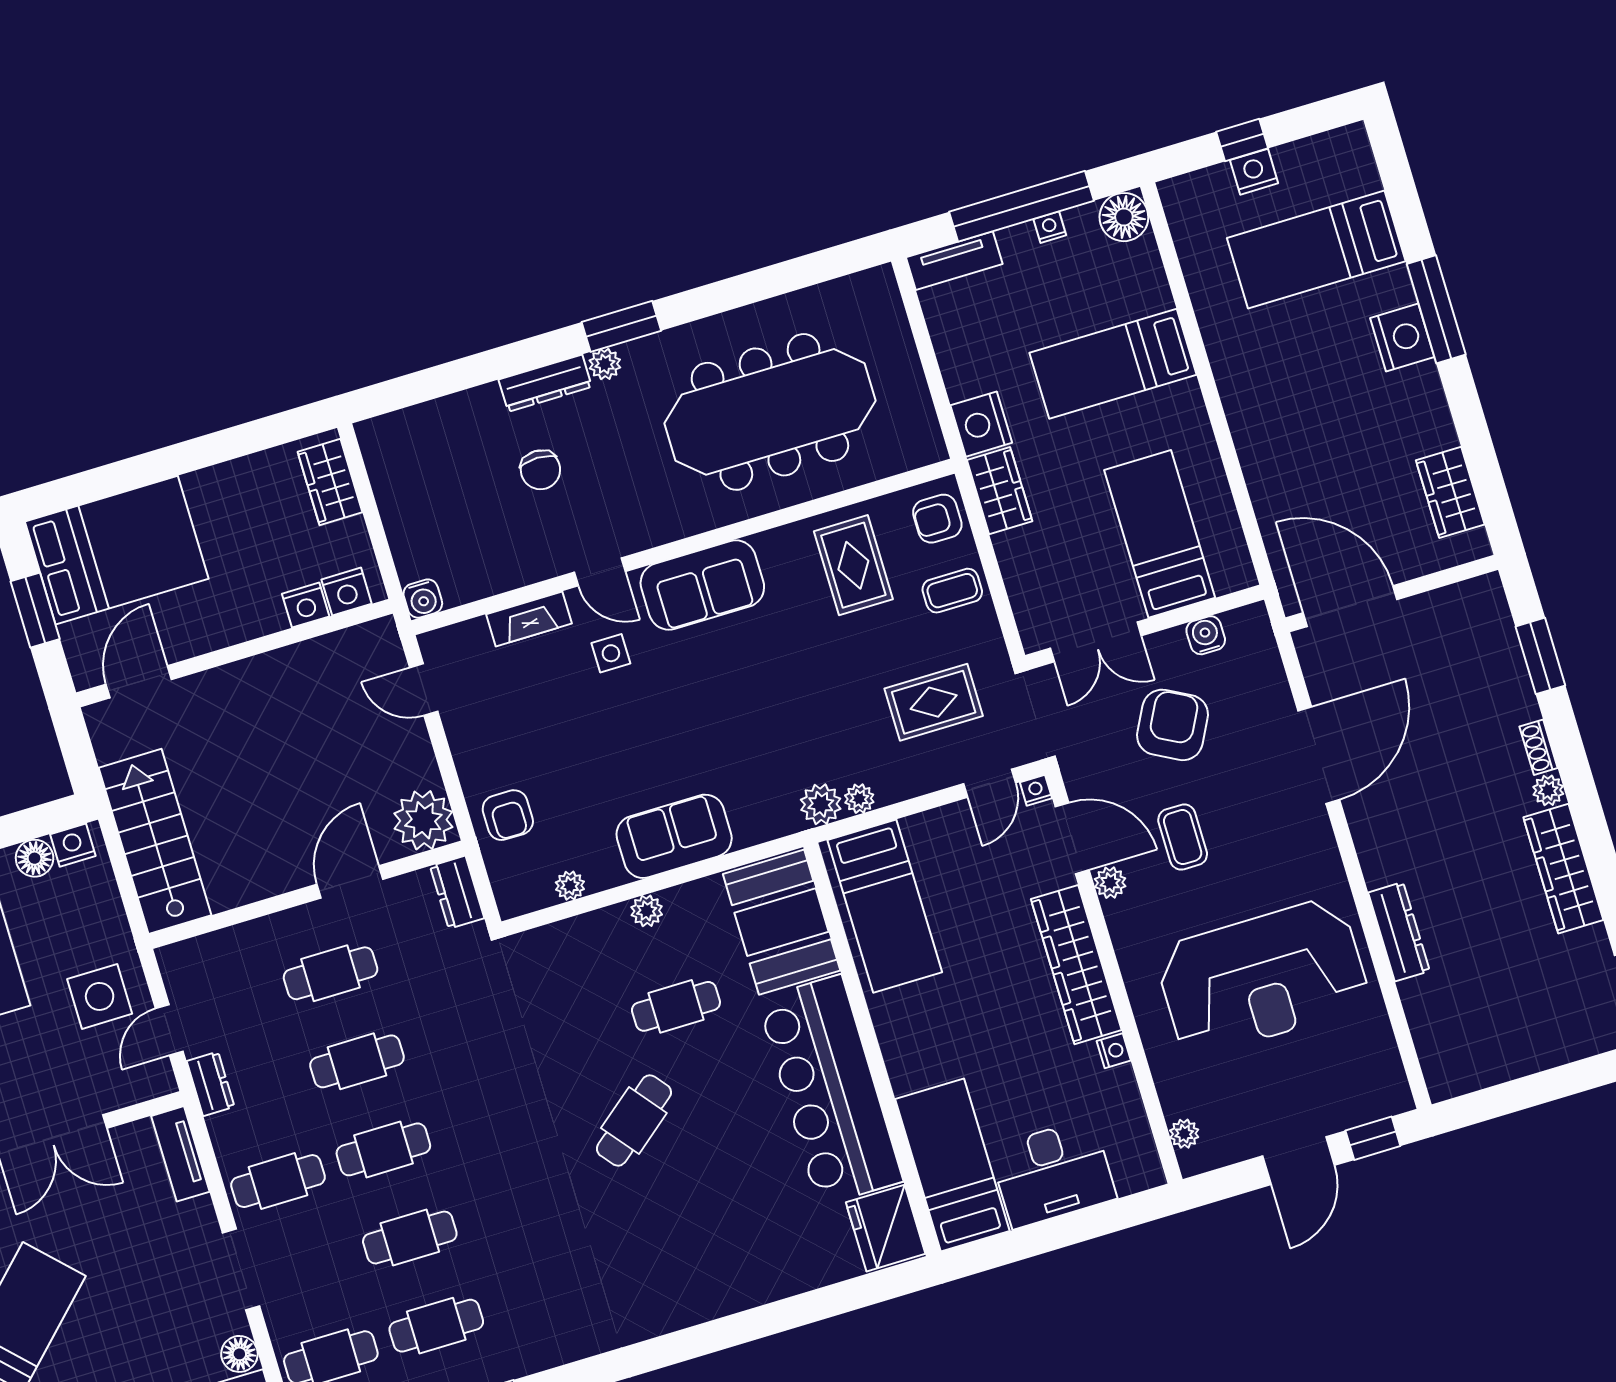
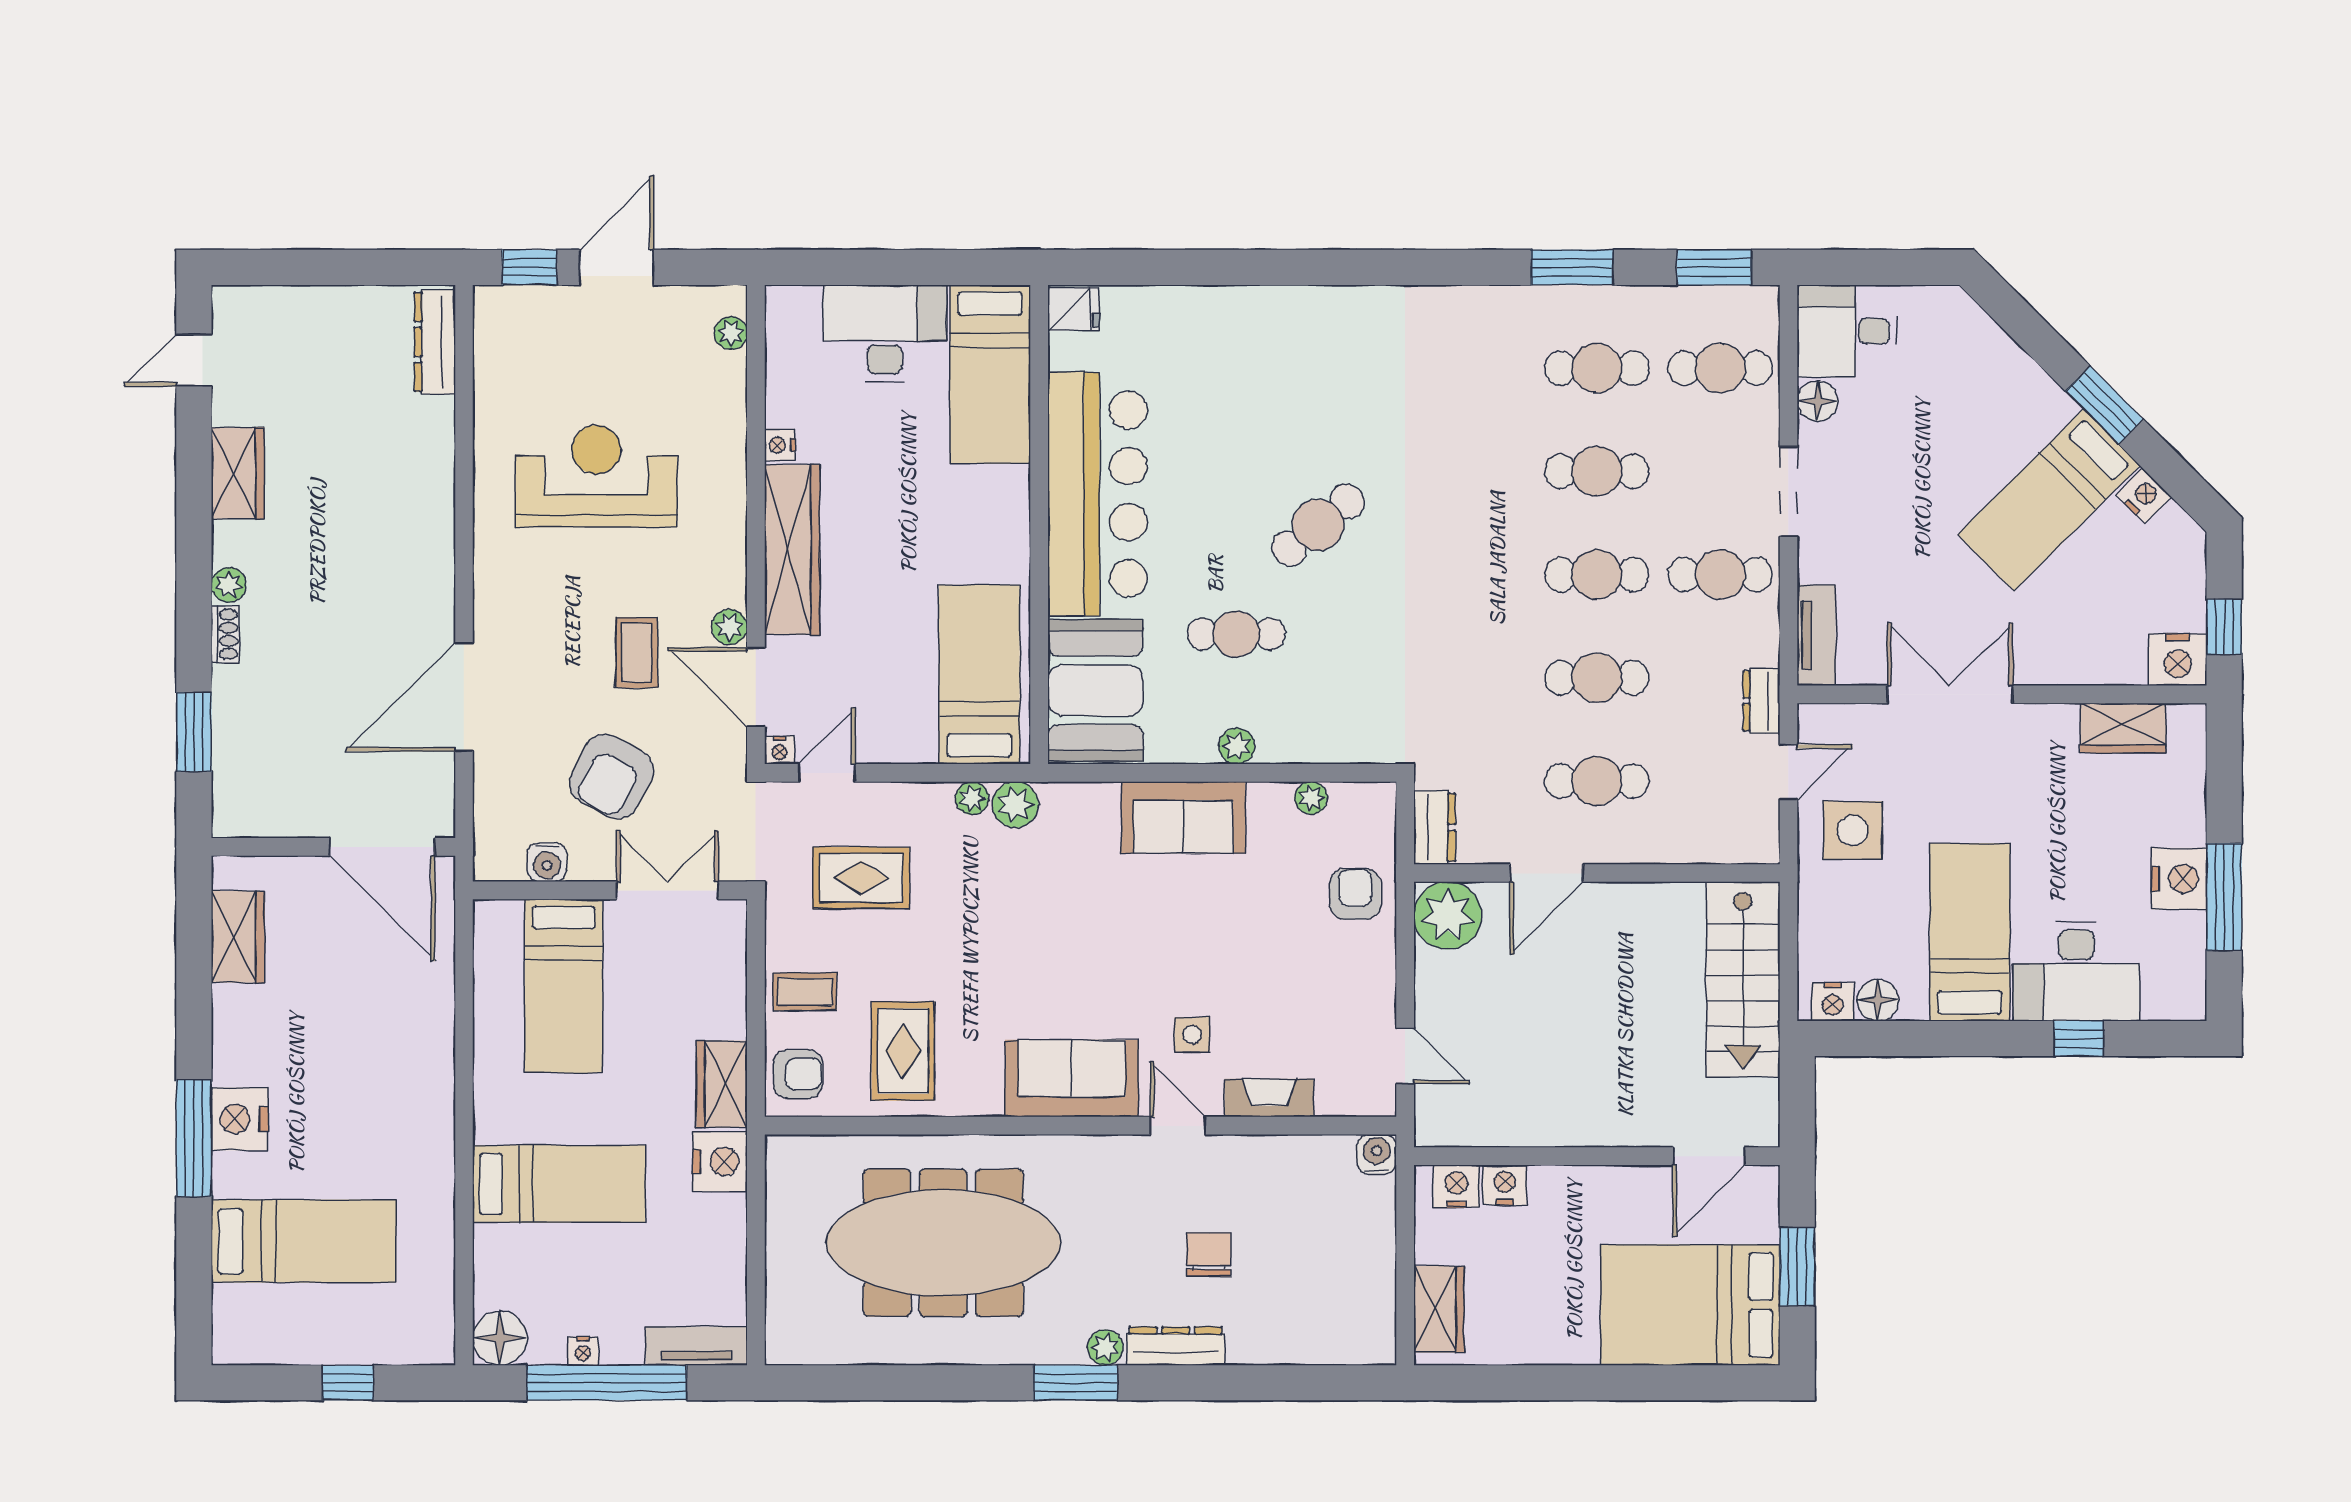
nightstand: (1254, 172) -> (345, 1345), removed
wardrobe: (1563, 869) -> (238, 473), width x0.67
dresser: (1399, 932) -> (435, 342), moved
reception desk: (1262, 977) -> (596, 476), width x0.74, depth x0.77
fridge: (886, 1228) -> (1074, 309), width x0.53, depth x0.75

